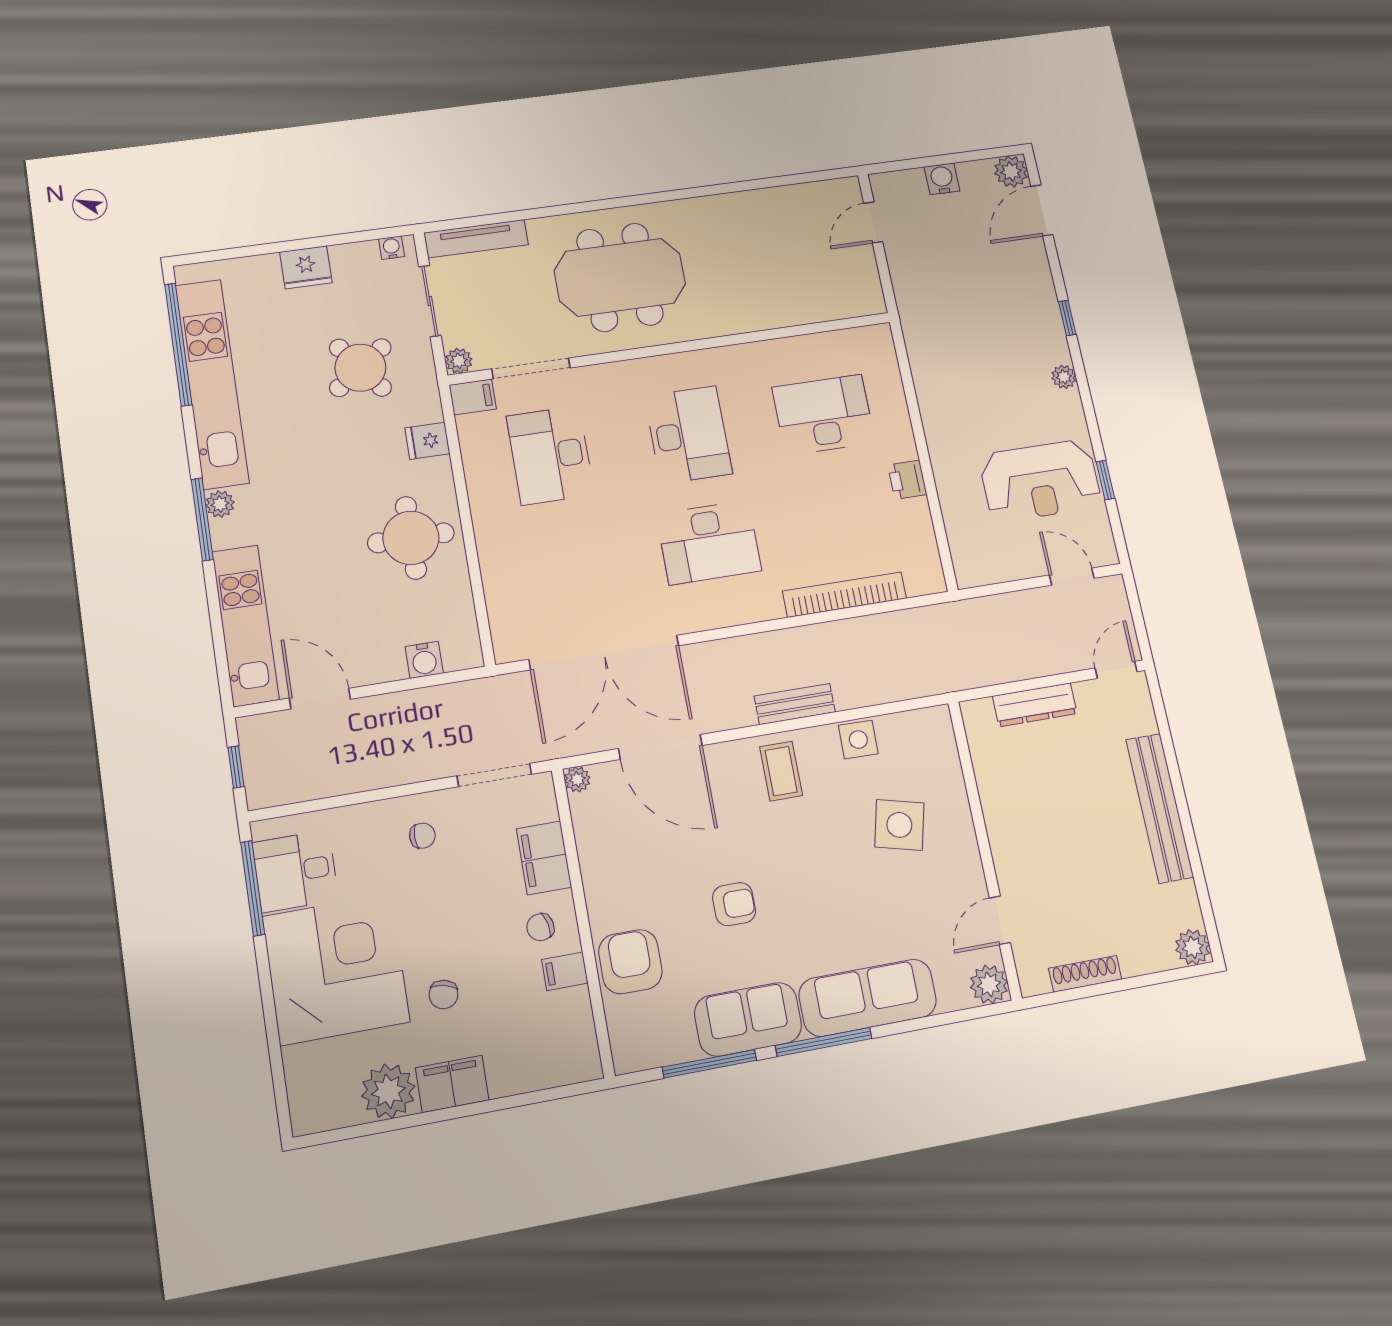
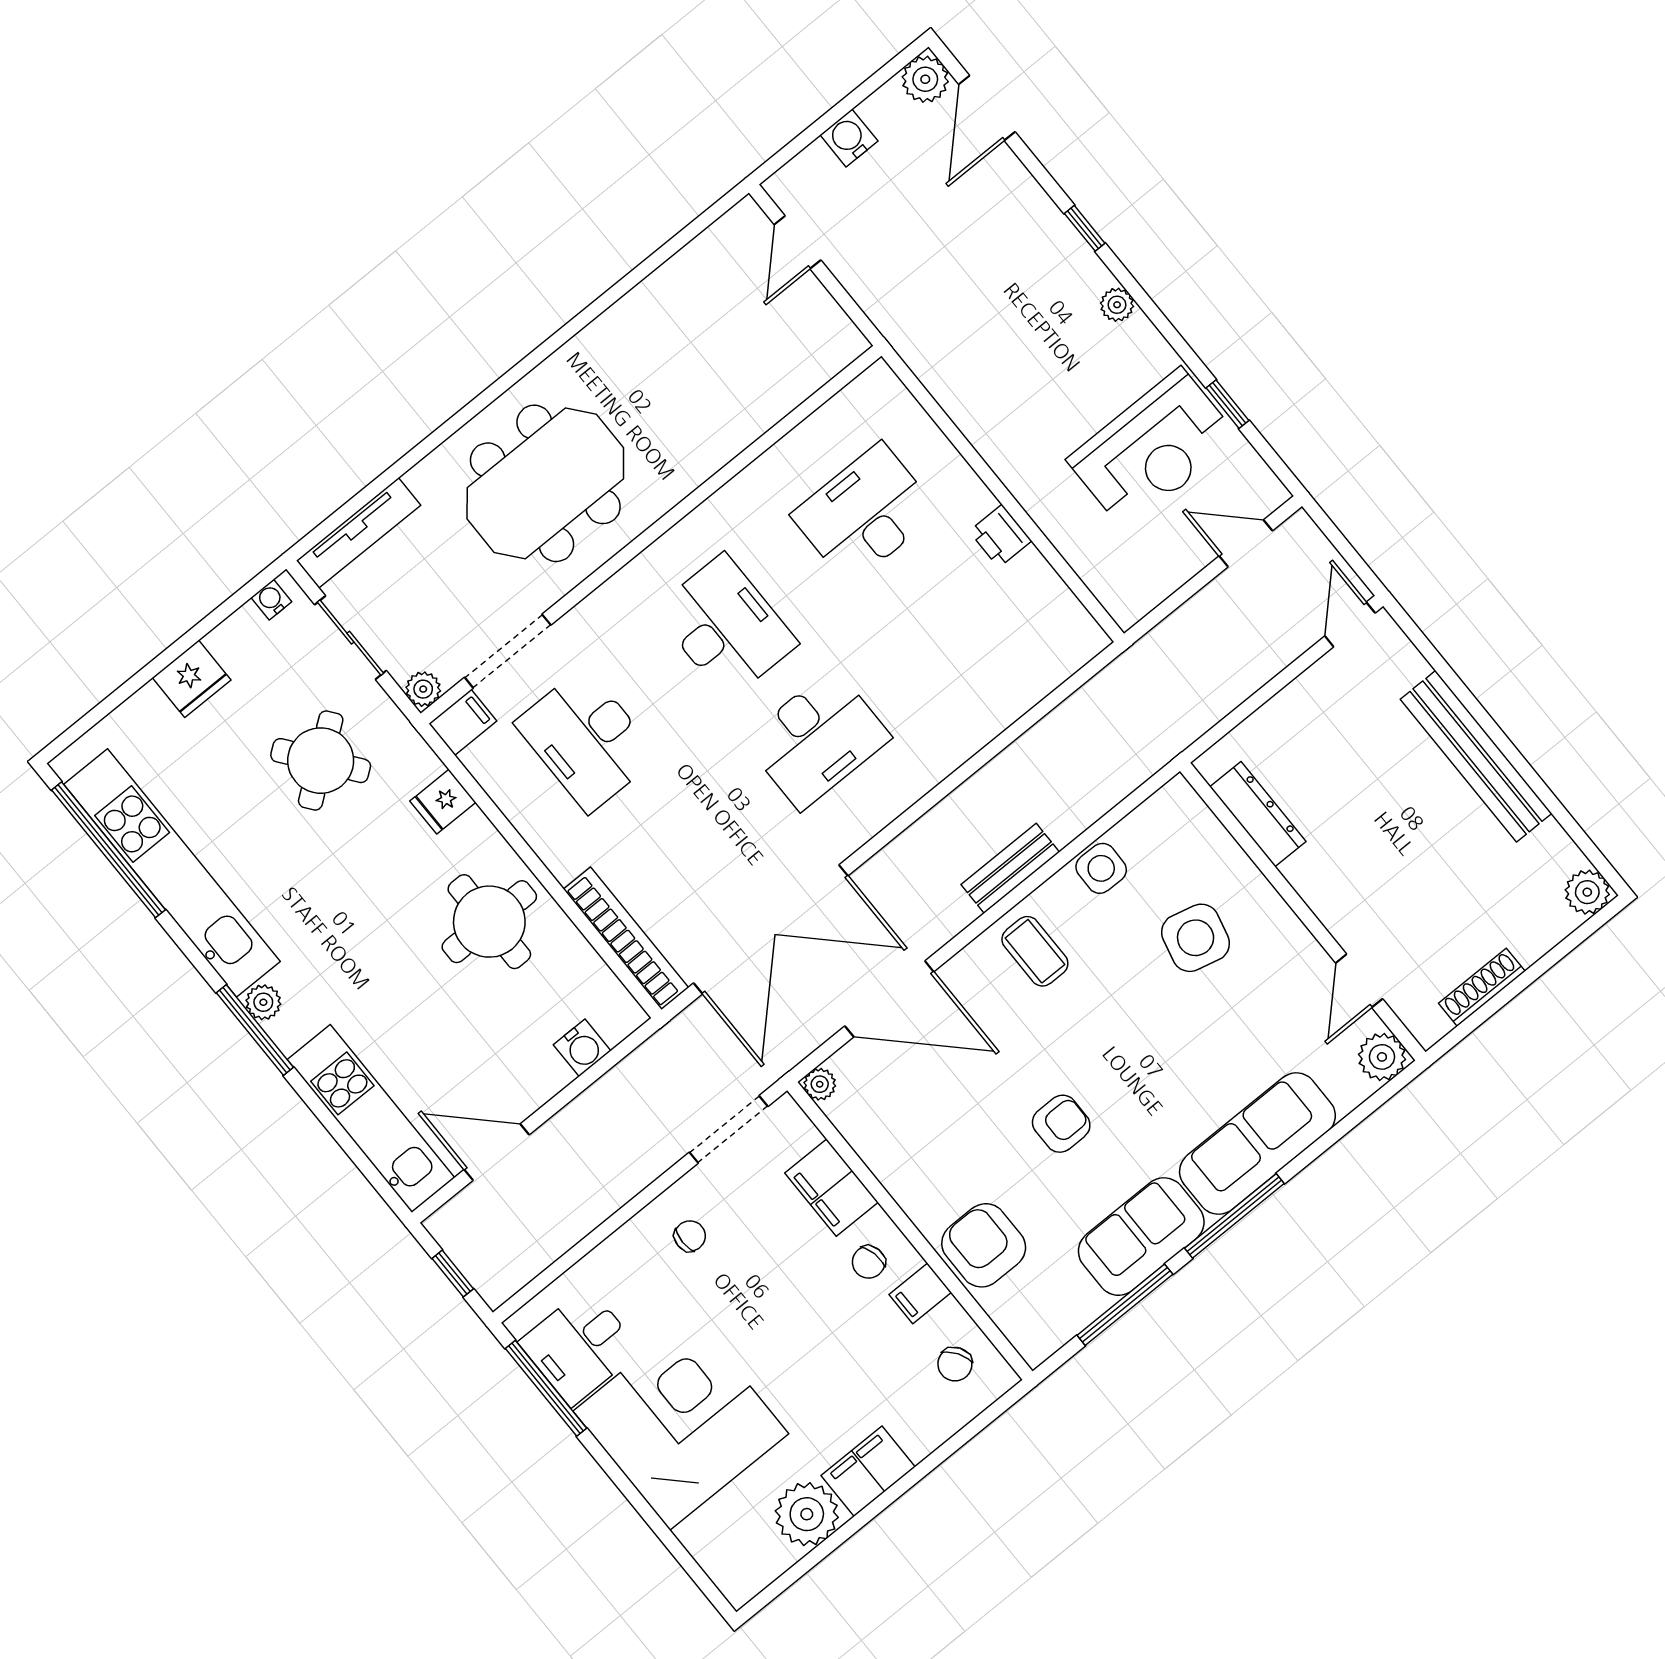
bookcase: (845, 595) -> (626, 938), moved, turned 90
dresser: (1035, 705) -> (1258, 814), moved, turned -90
chair: (444, 994) -> (955, 1364), moved, turned 43

